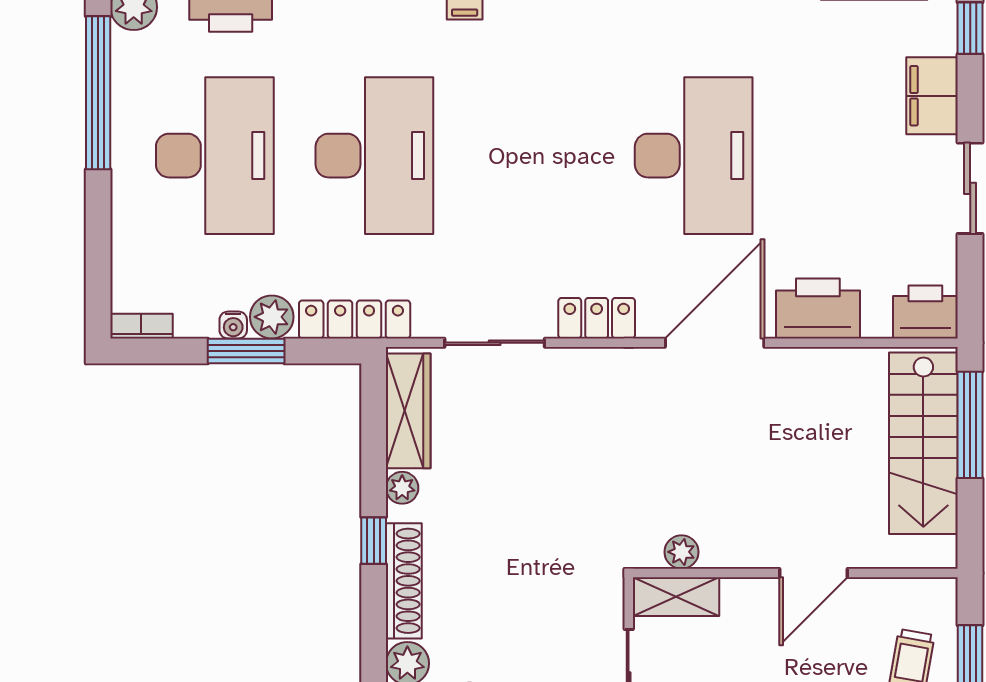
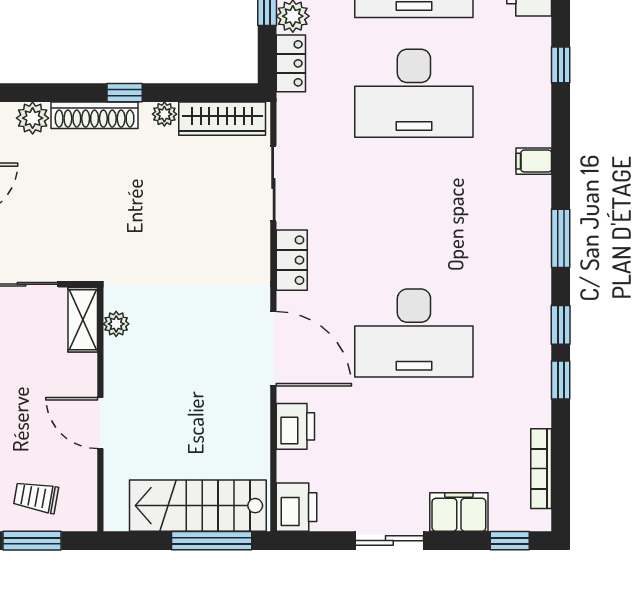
printer: (818, 308) -> (295, 426), width x0.73, depth x0.84
locker: (355, 319) -> (291, 63), width x0.66

